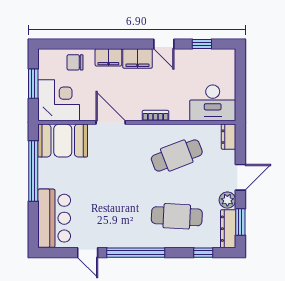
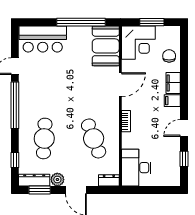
filing cabinet: (137, 58) -> (172, 101), width x0.50

